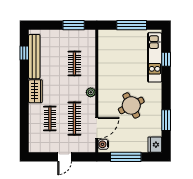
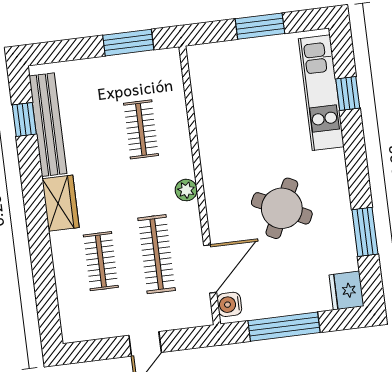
window: (132, 25) -> (260, 26), width x0.69
round table: (131, 105) -> (282, 208), turned -37

